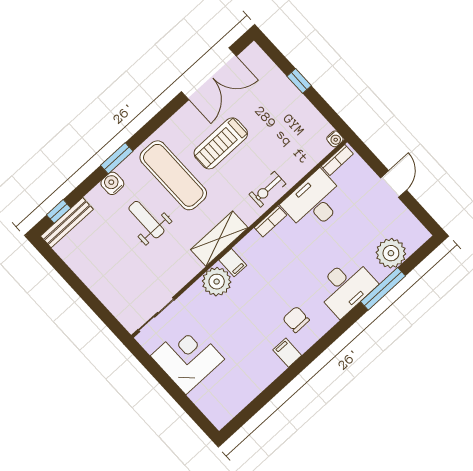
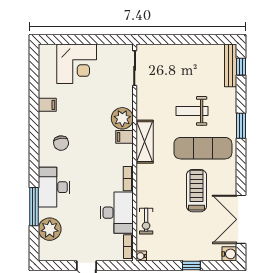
water cooler: (112, 183) -> (229, 254), moved
exercise bike: (267, 189) -> (146, 221), moved, turned 180
weight bench: (146, 220) -> (192, 111), turned 180
chair: (296, 319) -> (61, 143), turned 83
filing cabinet: (287, 353) -> (47, 105), moved
corner desk: (187, 357) -> (77, 64), moved

